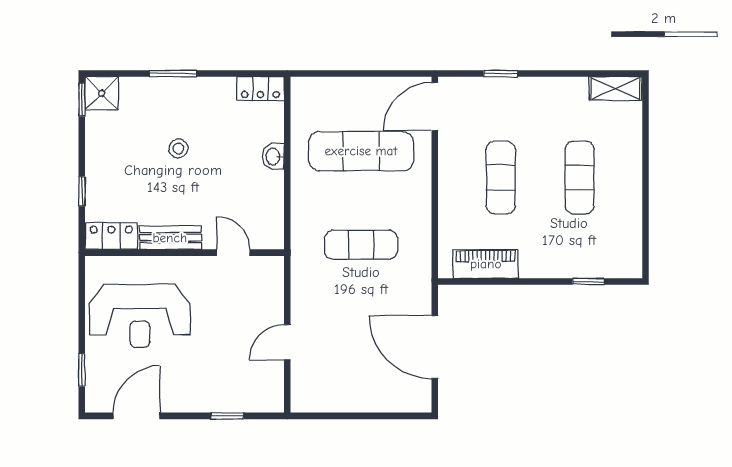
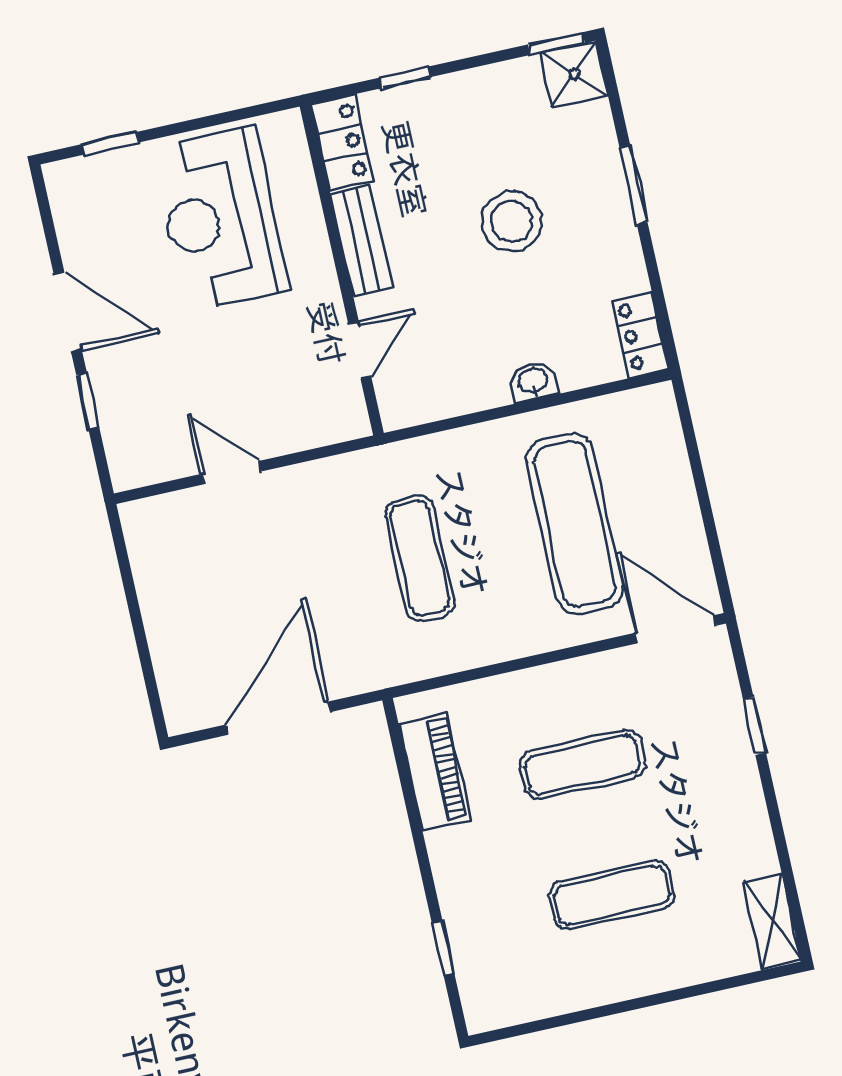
stool: (178, 148) -> (512, 221), width x1.89, depth x1.89
door: (137, 416) -> (68, 312), moved

